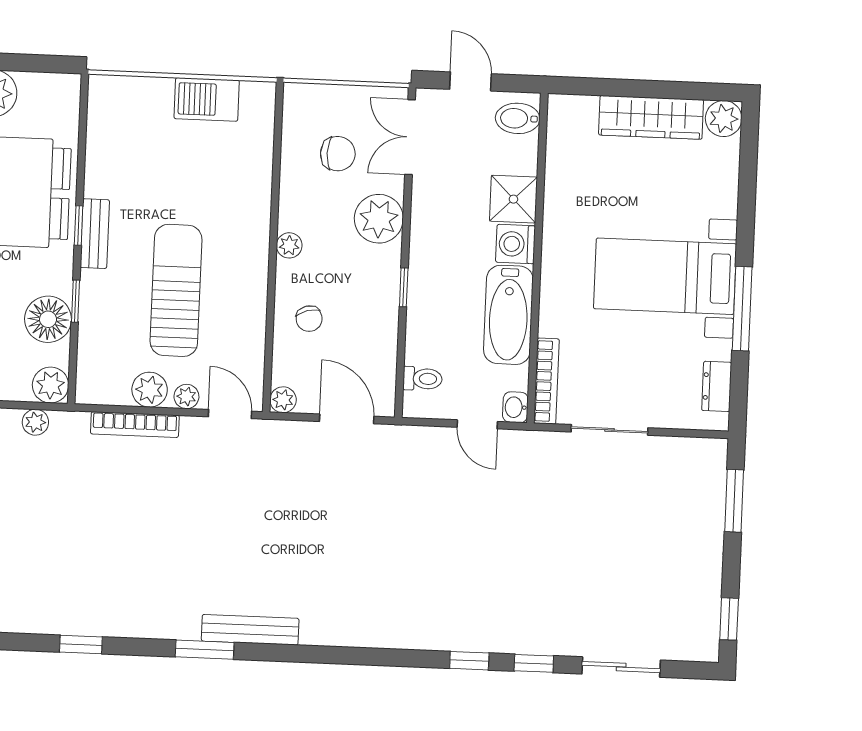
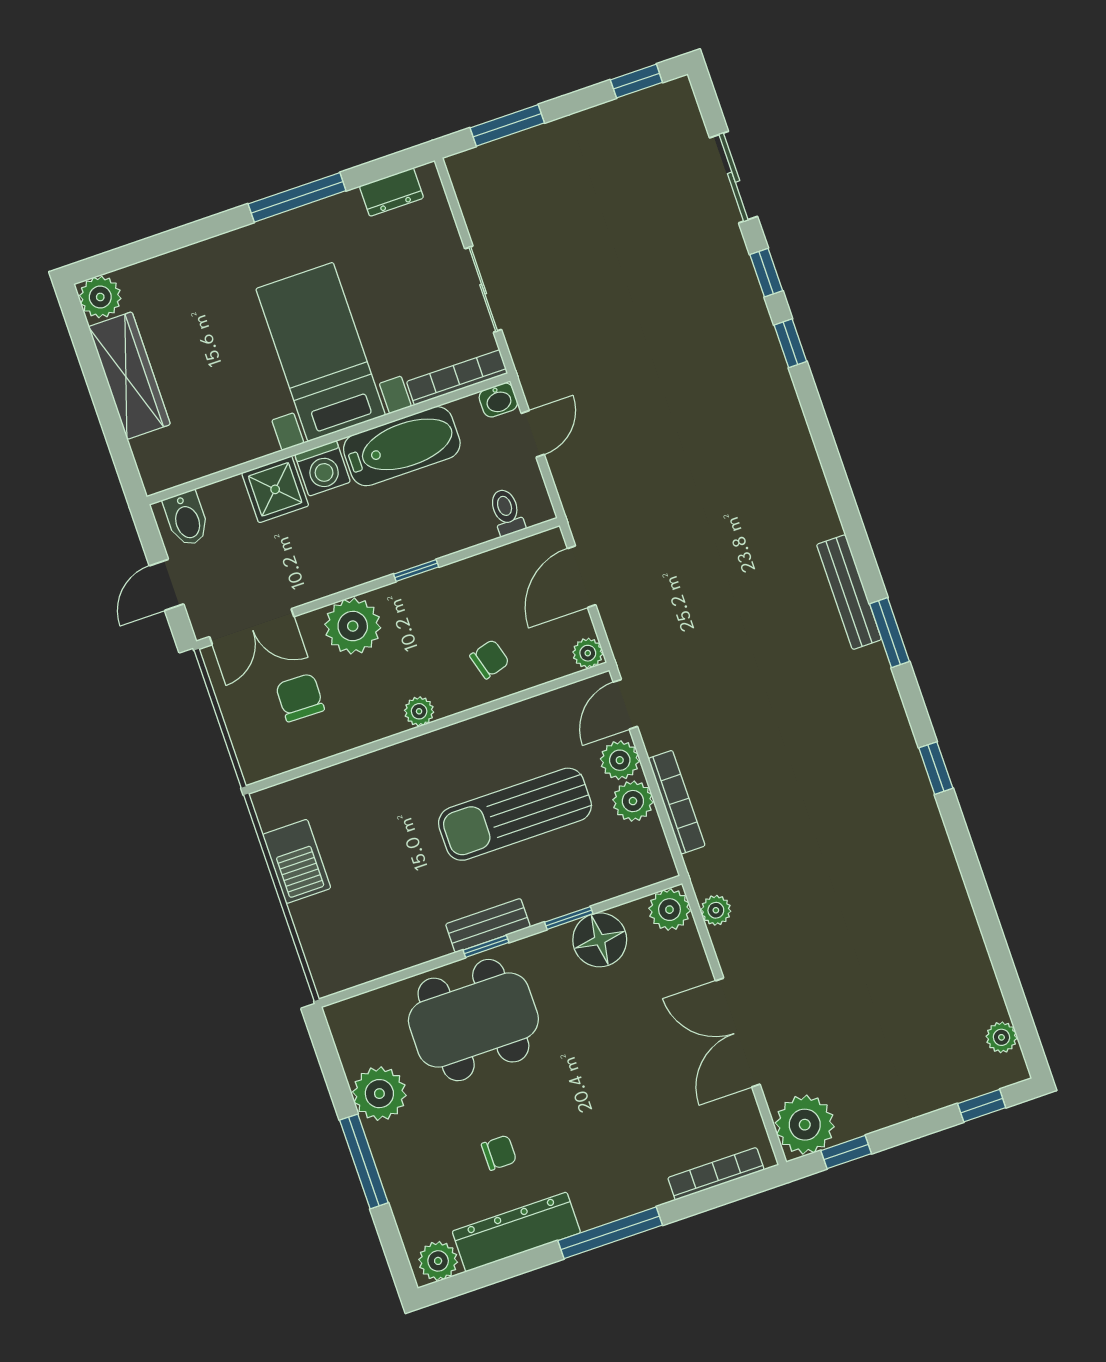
bed with nightstands: (665, 276) -> (321, 352), moved, turned 180
plant: (186, 397) -> (620, 760), width x1.38, depth x1.38

